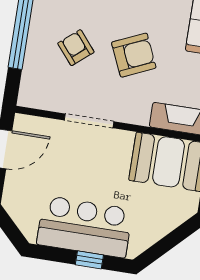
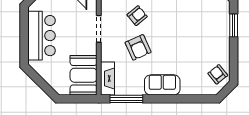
window: (89, 260) -> (24, 41), removed

